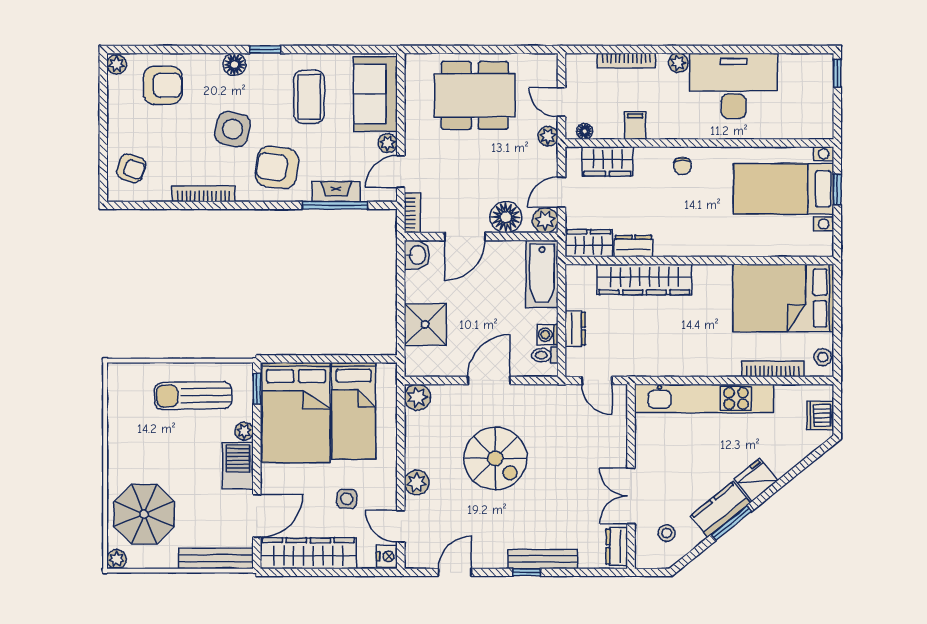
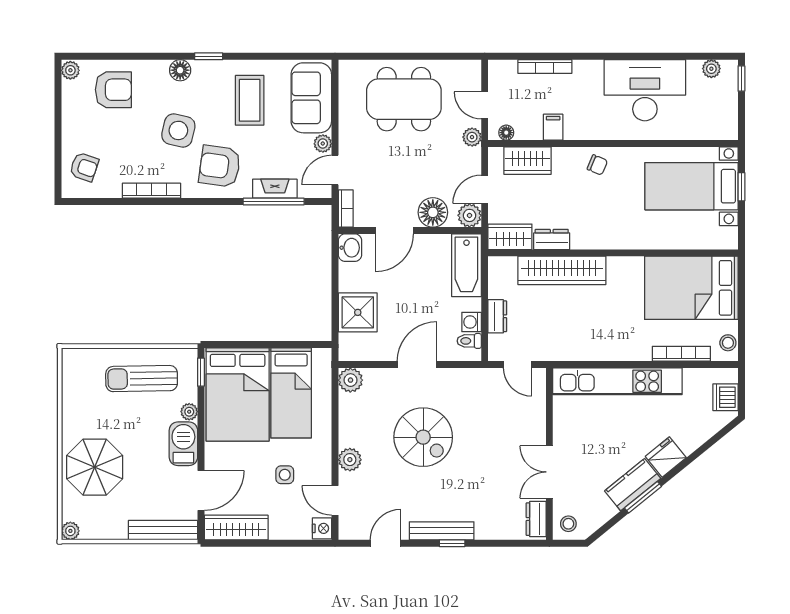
plant: (678, 63) -> (711, 69), moved
chair: (682, 166) -> (597, 165), turned -67
parasol: (144, 514) -> (95, 467), moved
stool: (667, 533) -> (568, 524), moved
wardrobe: (308, 553) -> (236, 528), width x0.71, depth x0.85
bench: (543, 559) -> (442, 531), moved

